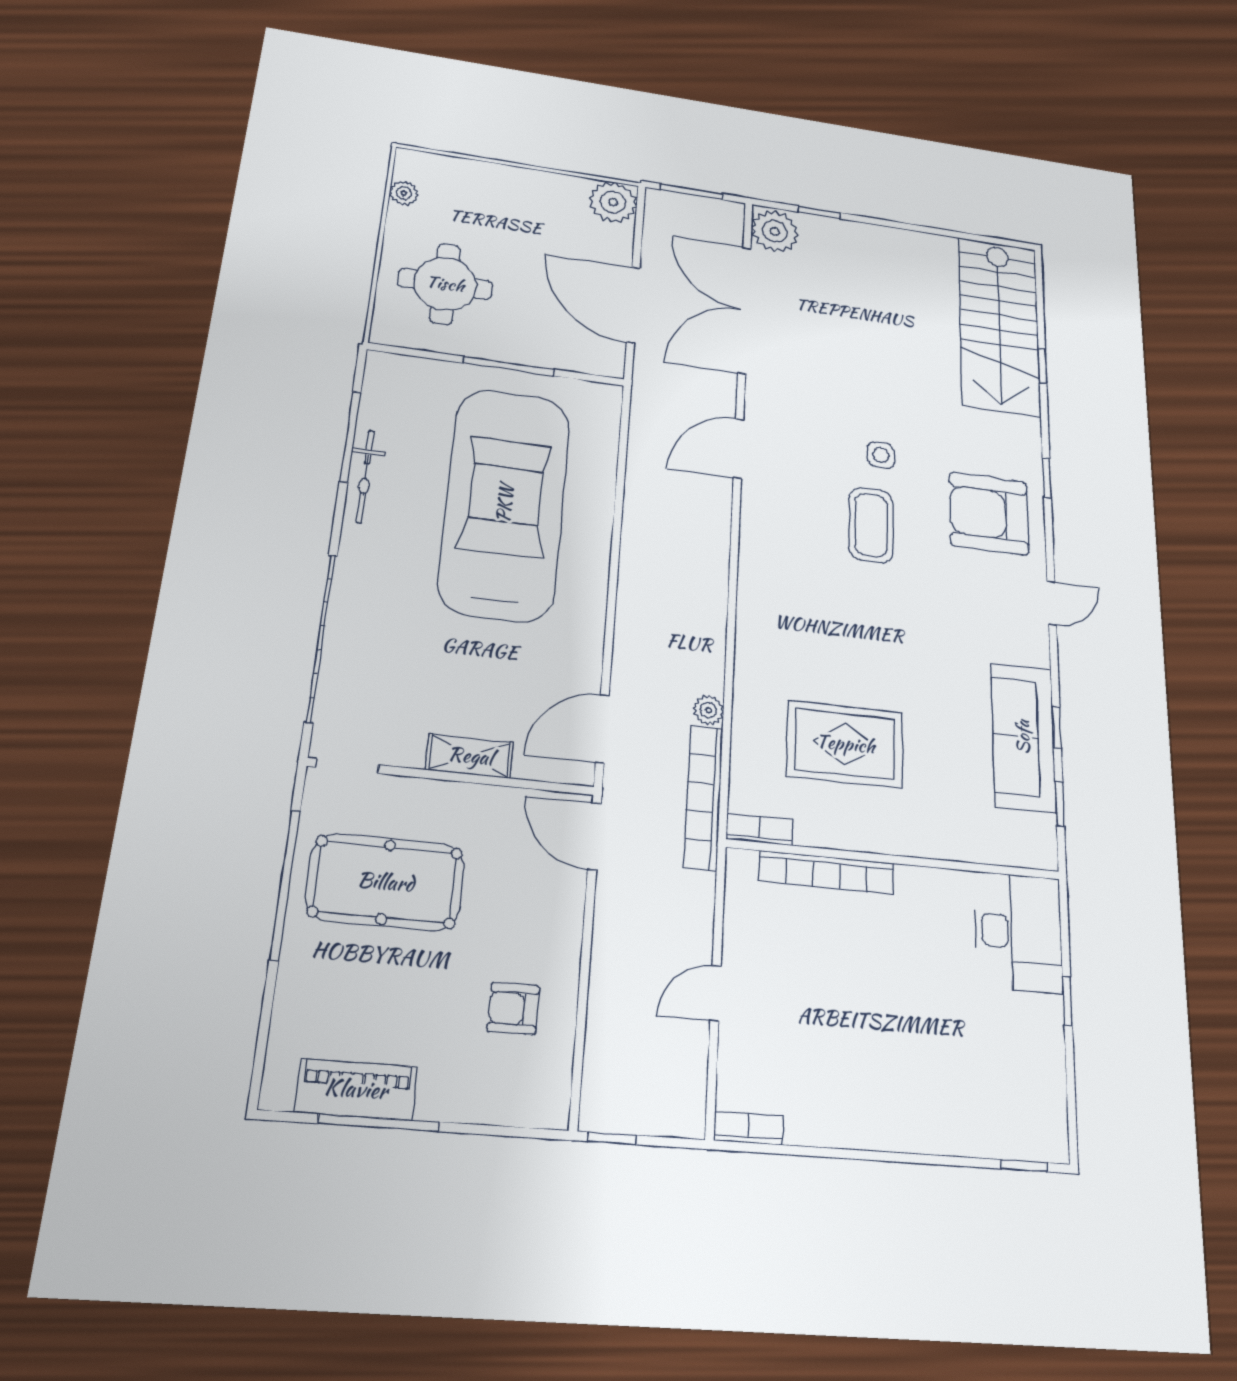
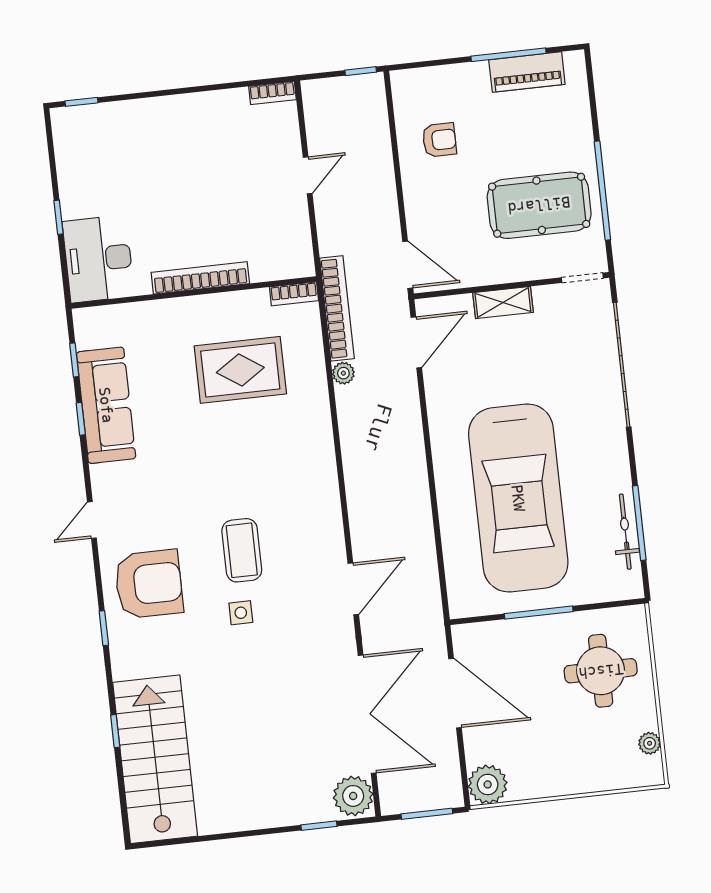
bicycle: (365, 477) -> (625, 532), moved
bookcase: (827, 872) -> (200, 278), moved

